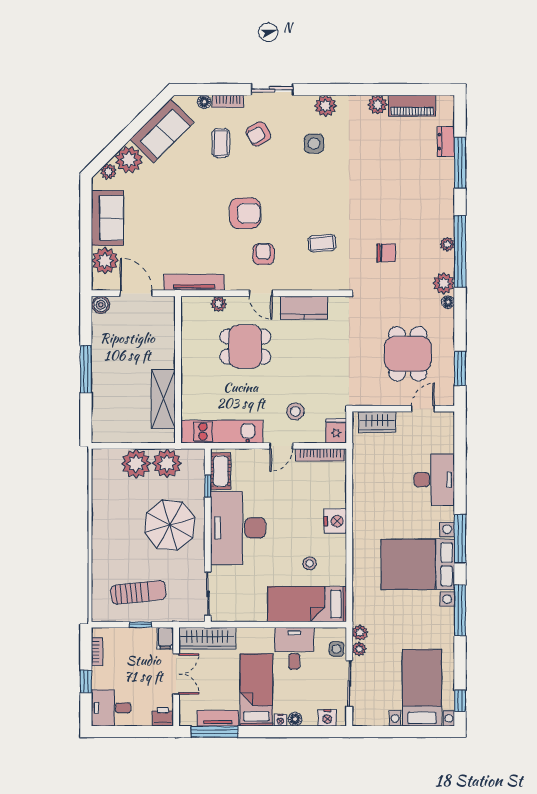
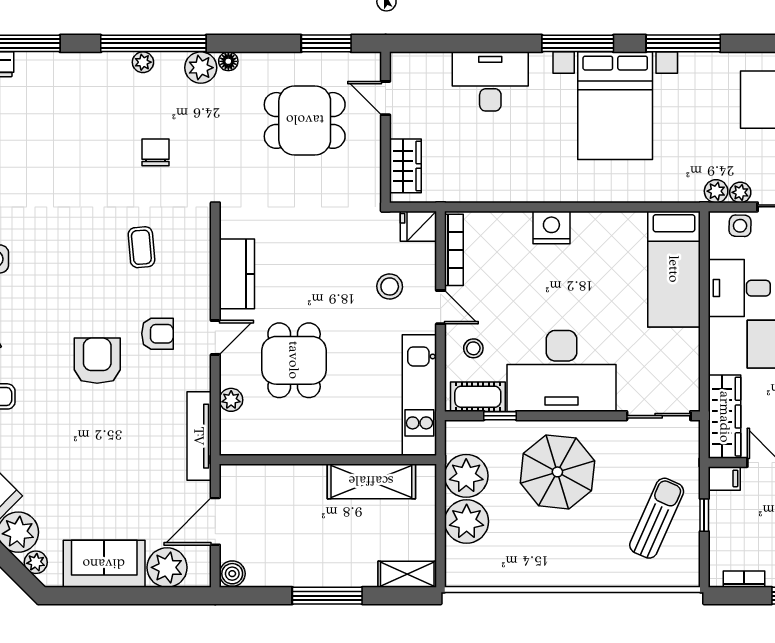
armchair: (263, 254) -> (157, 334), turned 180
shelving: (100, 423) -> (407, 574), added
stool: (310, 563) -> (473, 348), moved
sun lounger: (138, 592) -> (657, 518), turned 30

